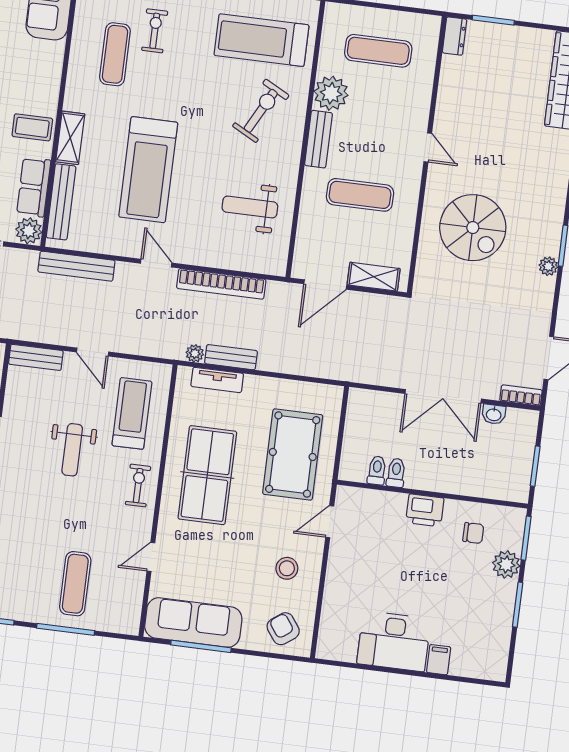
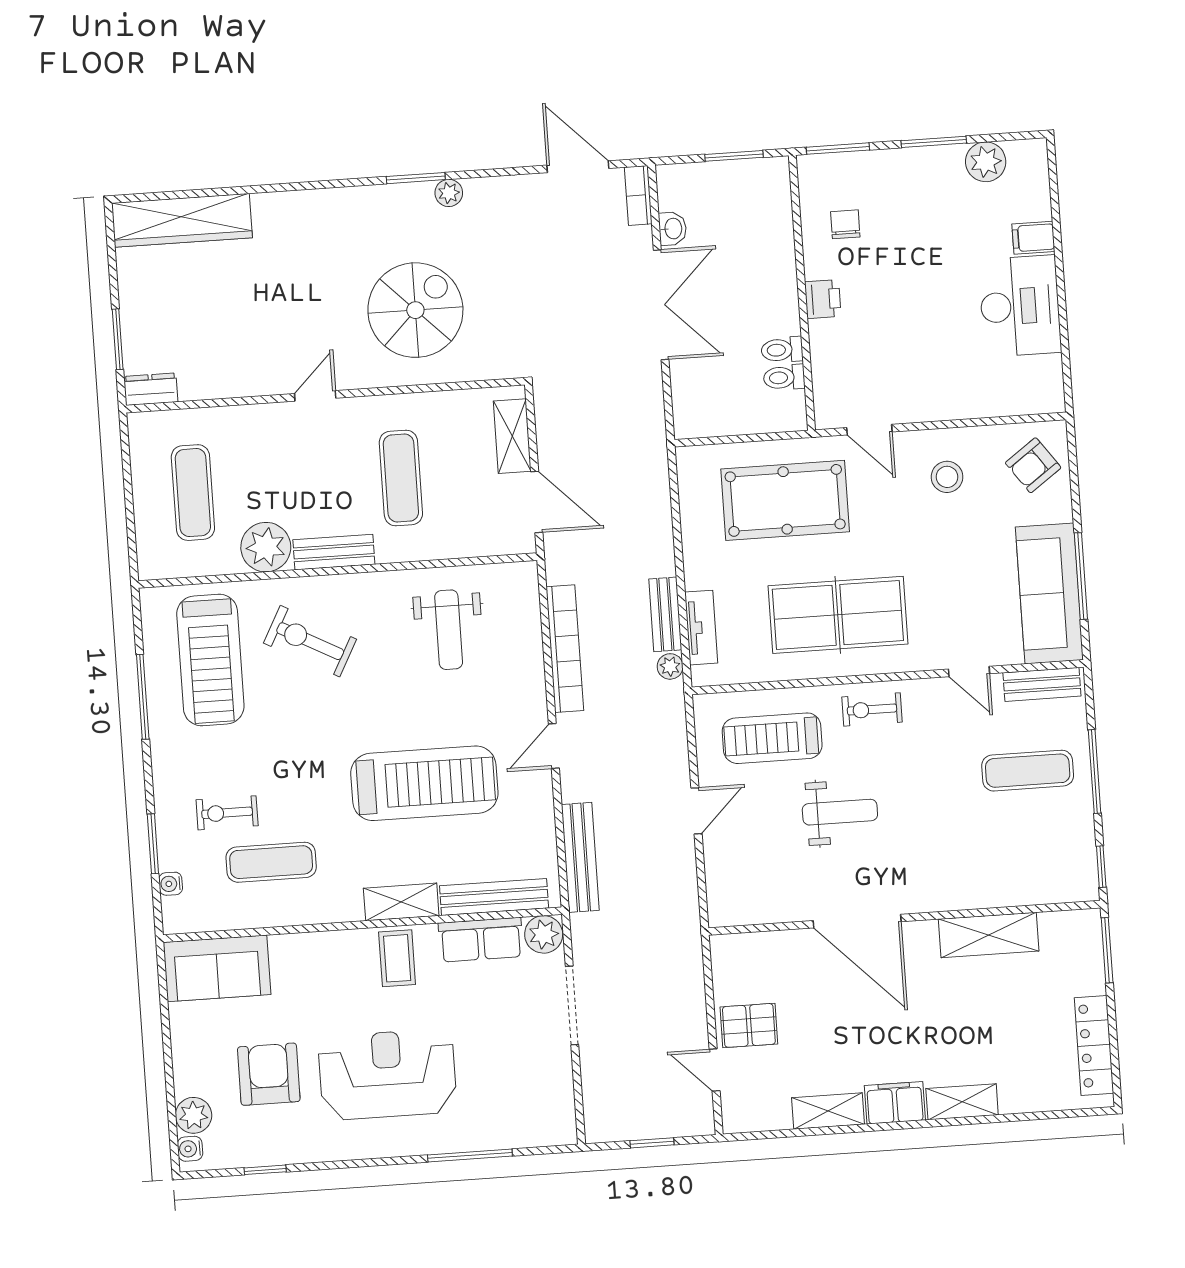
bench: (36, 357) -> (1042, 684), moved, turned 90
printer: (425, 510) -> (823, 299), width x0.73, depth x0.81
plant: (506, 564) -> (986, 162), moved

